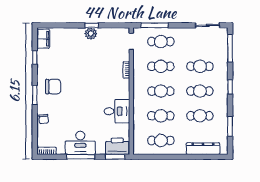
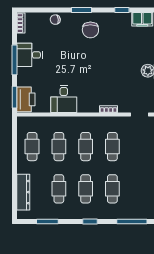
cafe table: (161, 42) -> (139, 147), removed
desk: (80, 143) -> (30, 55), width x0.73

